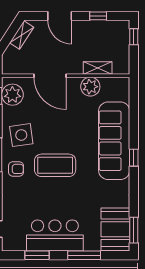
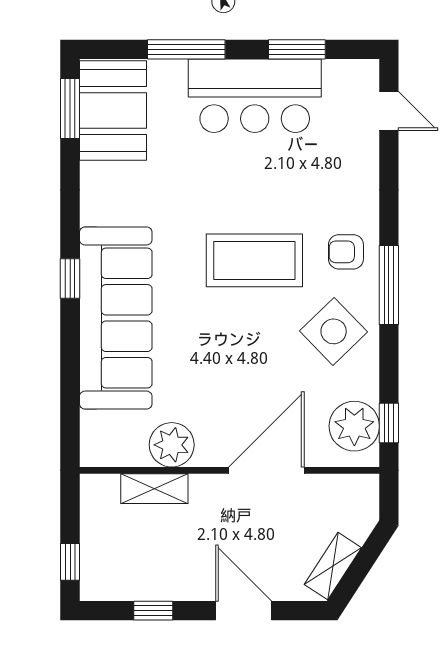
door: (50, 76) -> (266, 470), hinge flipped
side table: (21, 135) -> (334, 331), turned -36

